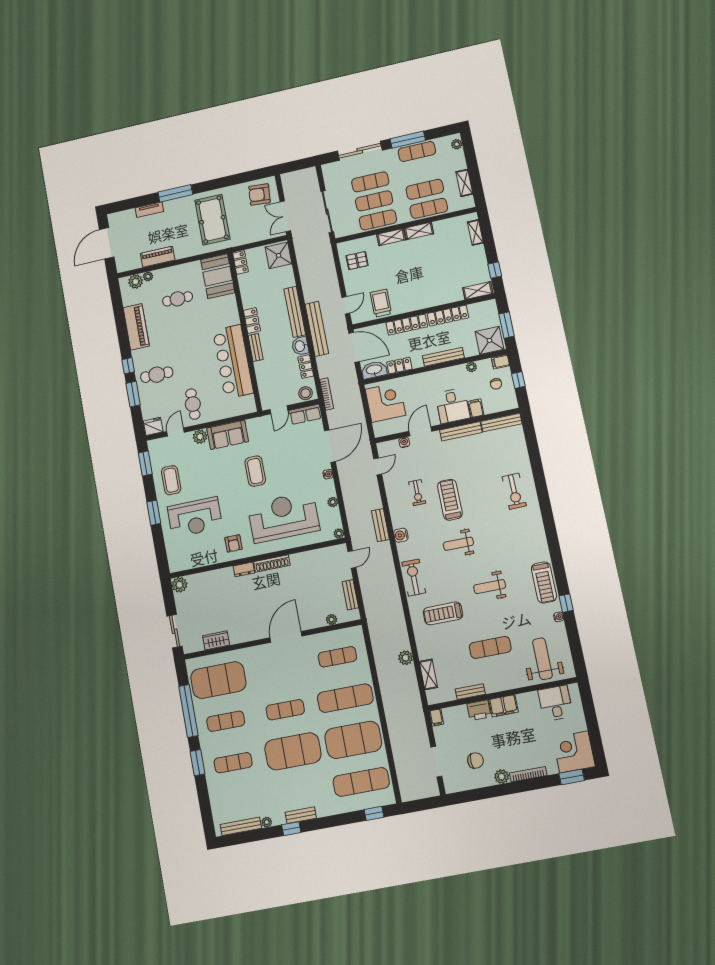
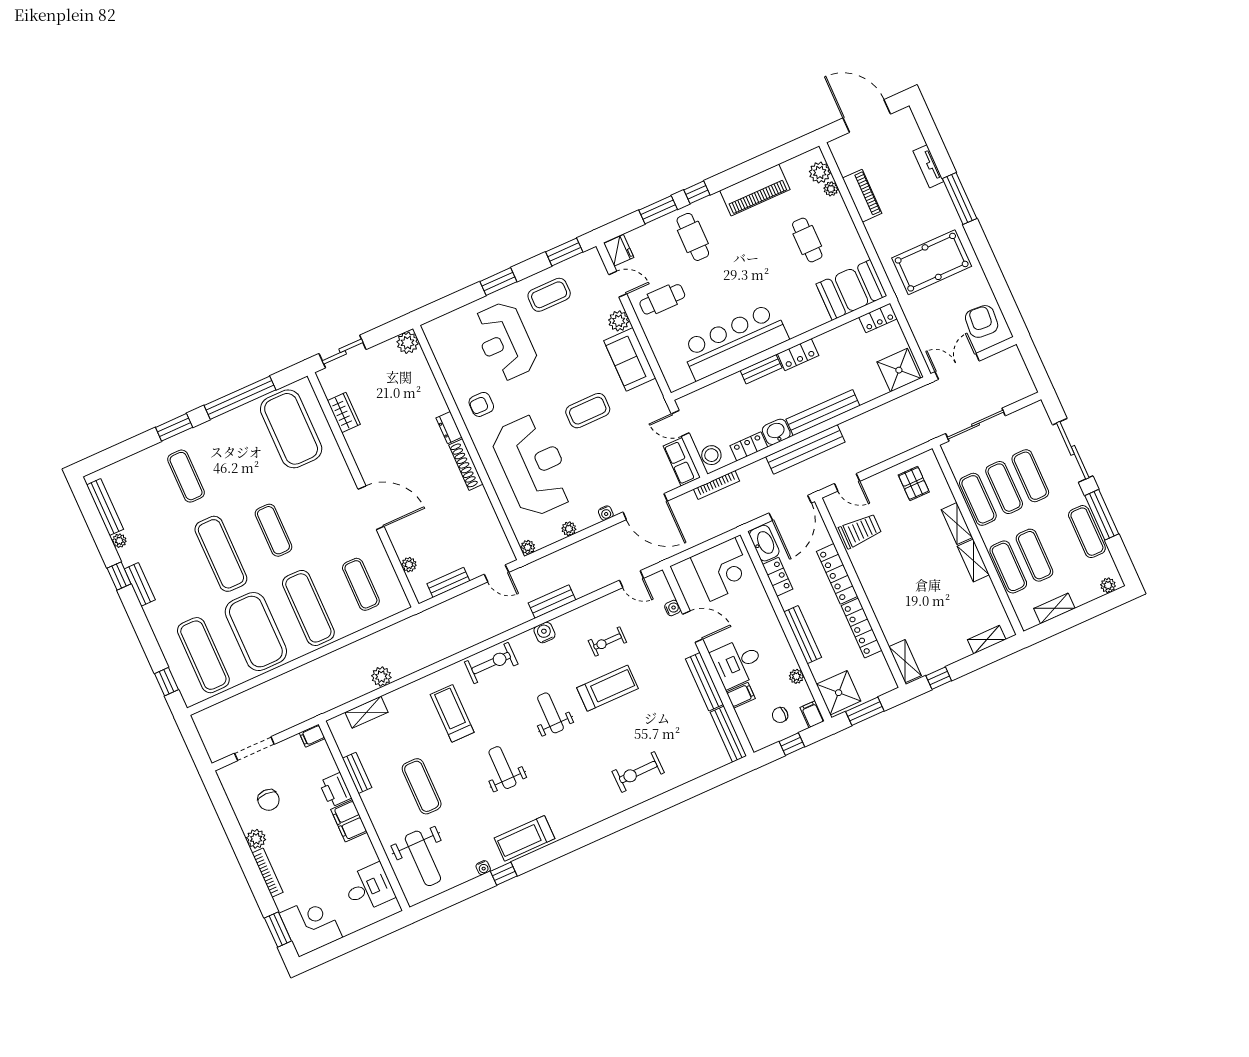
weight bench: (542, 659) -> (423, 858), turned 90
exercise mat: (226, 721) -> (239, 452), removed
exercise mat: (293, 751) -> (221, 554), width x0.68

